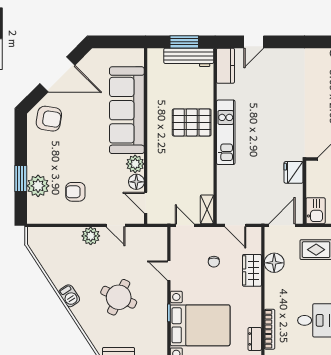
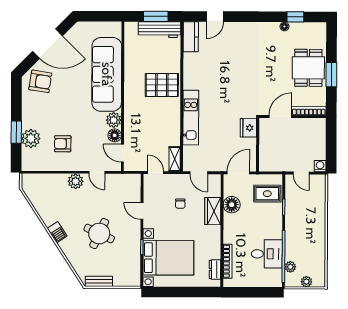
kitchen unit: (226, 132) -> (191, 118), moved
kitchen sink: (316, 211) -> (267, 160), removed

